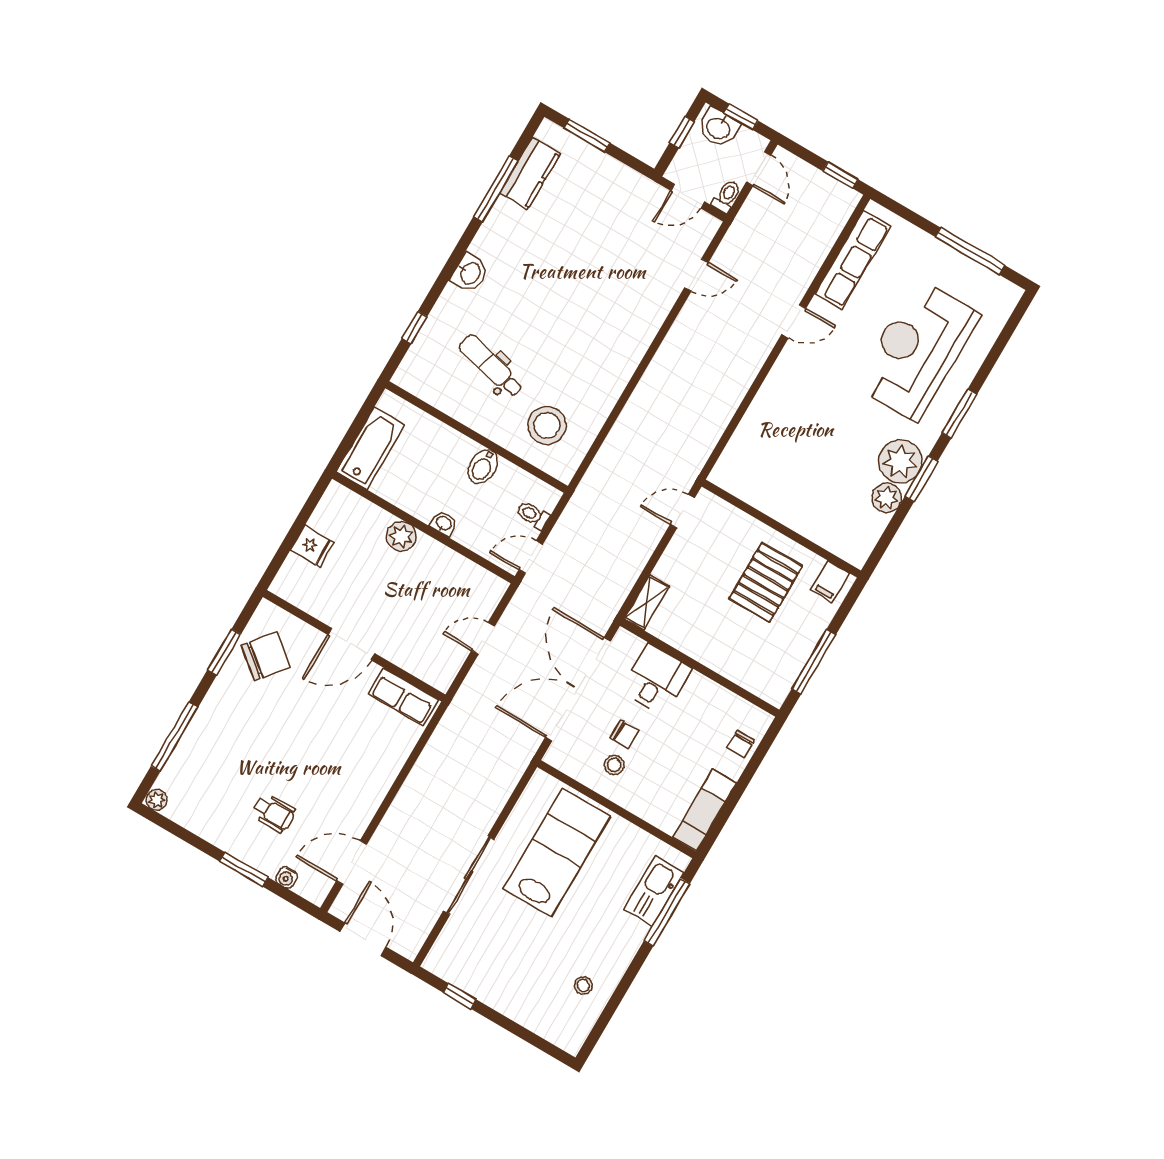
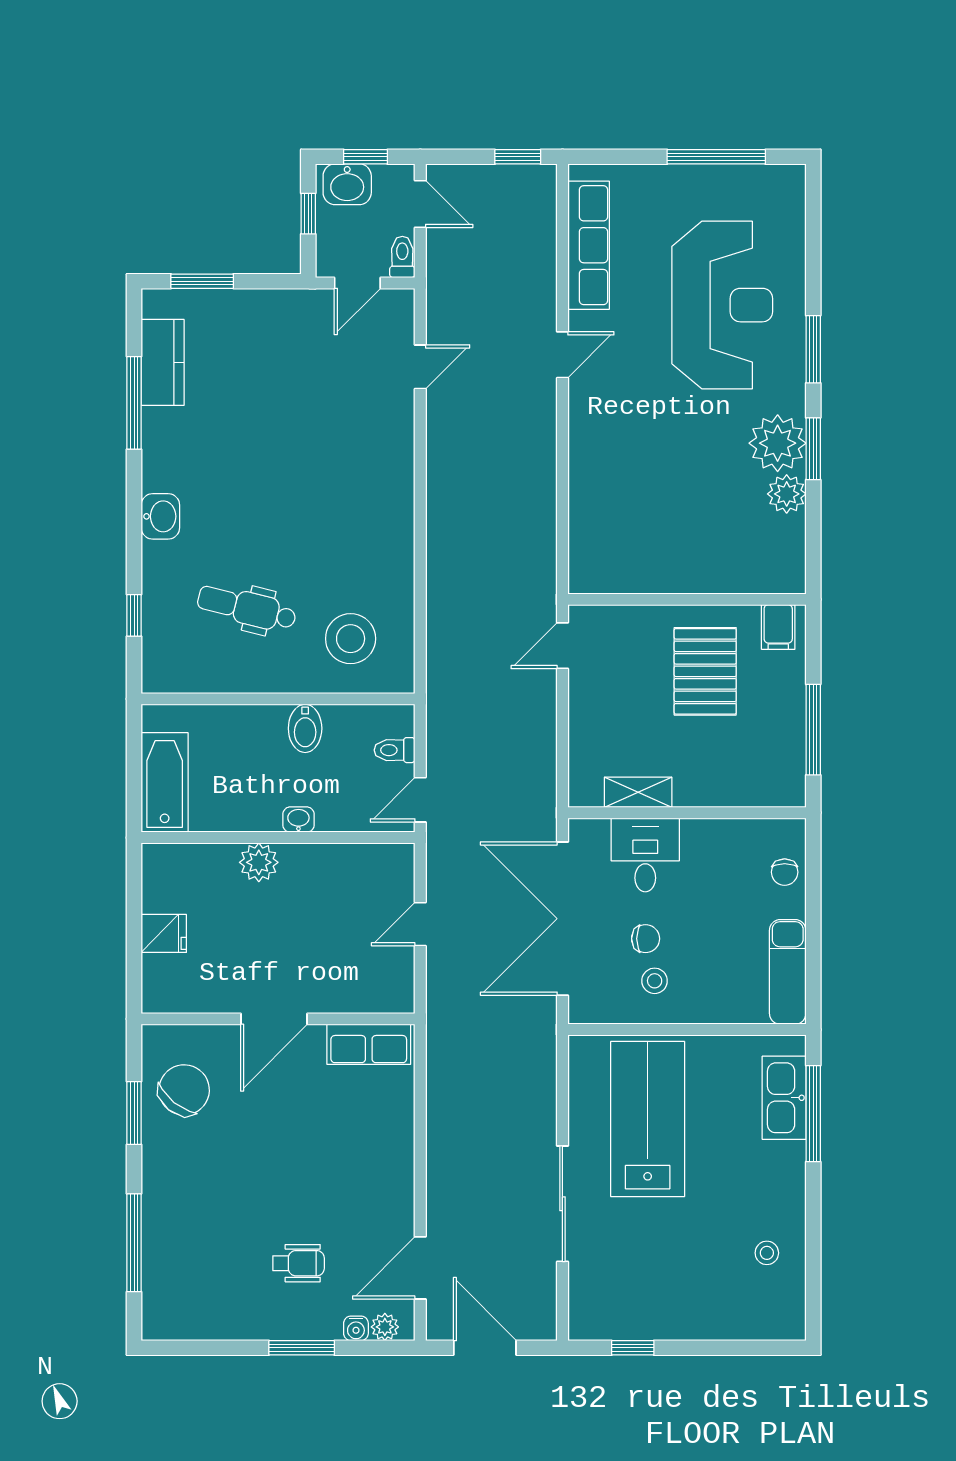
reception desk: (917, 350) -> (722, 305), turned 180
shelving: (647, 602) -> (638, 792), moved, turned 90
plant: (157, 800) -> (385, 1327), moved

